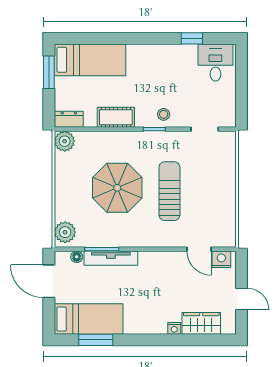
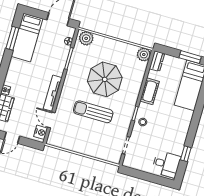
sun lounger: (169, 191) -> (93, 112), turned 180
door: (199, 249) -> (51, 120), hinge flipped
tv unit: (111, 258) -> (53, 93), moved

